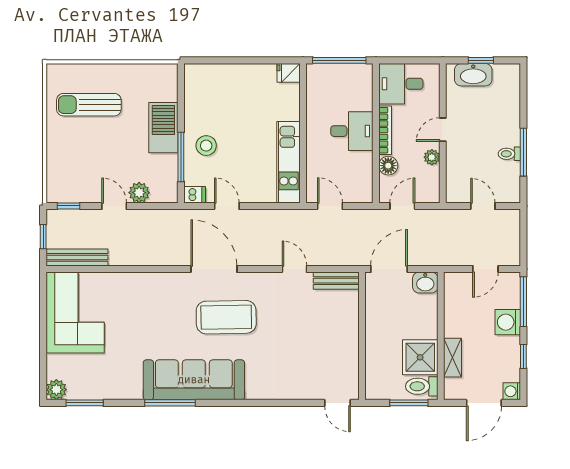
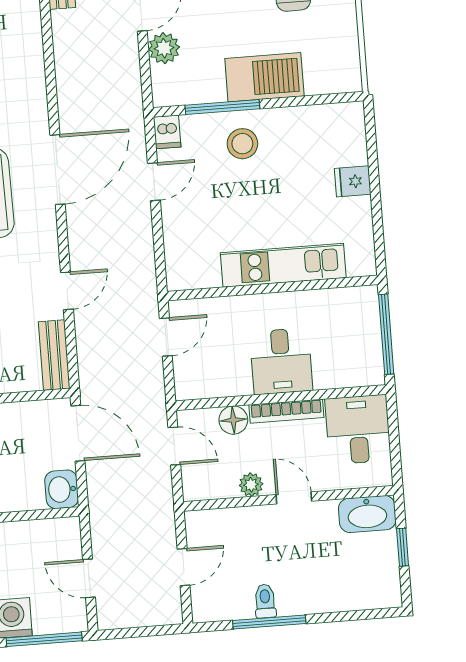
fridge: (289, 73) -> (353, 181), moved, turned -90
washbasin: (473, 75) -> (367, 514), moved, turned -90
kitchen unit: (289, 162) -> (283, 265), moved

